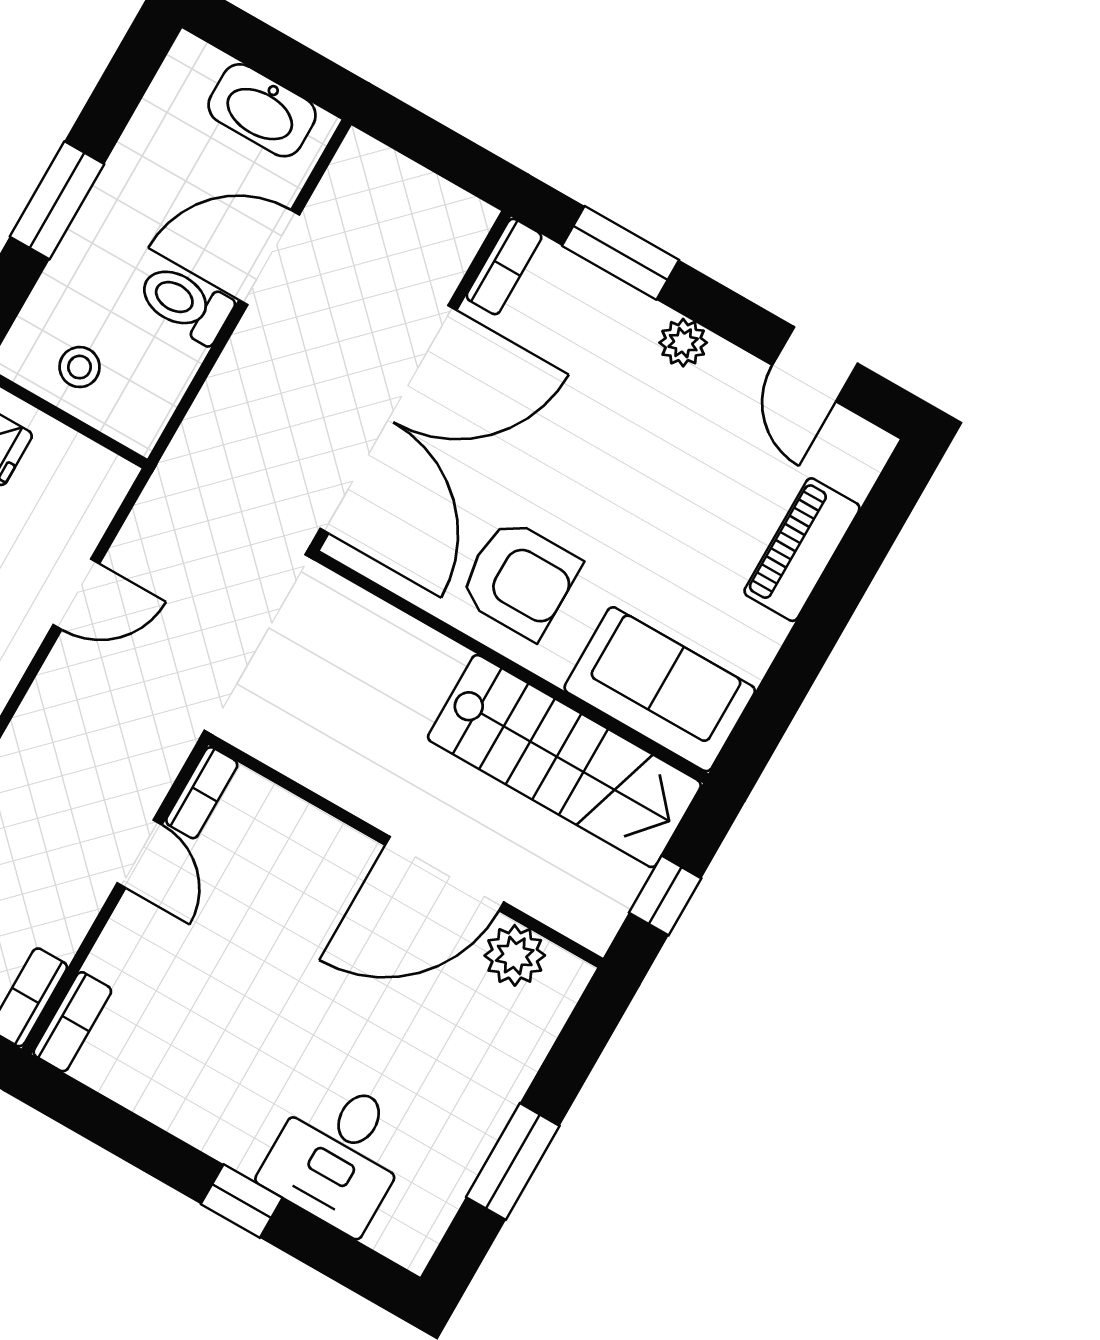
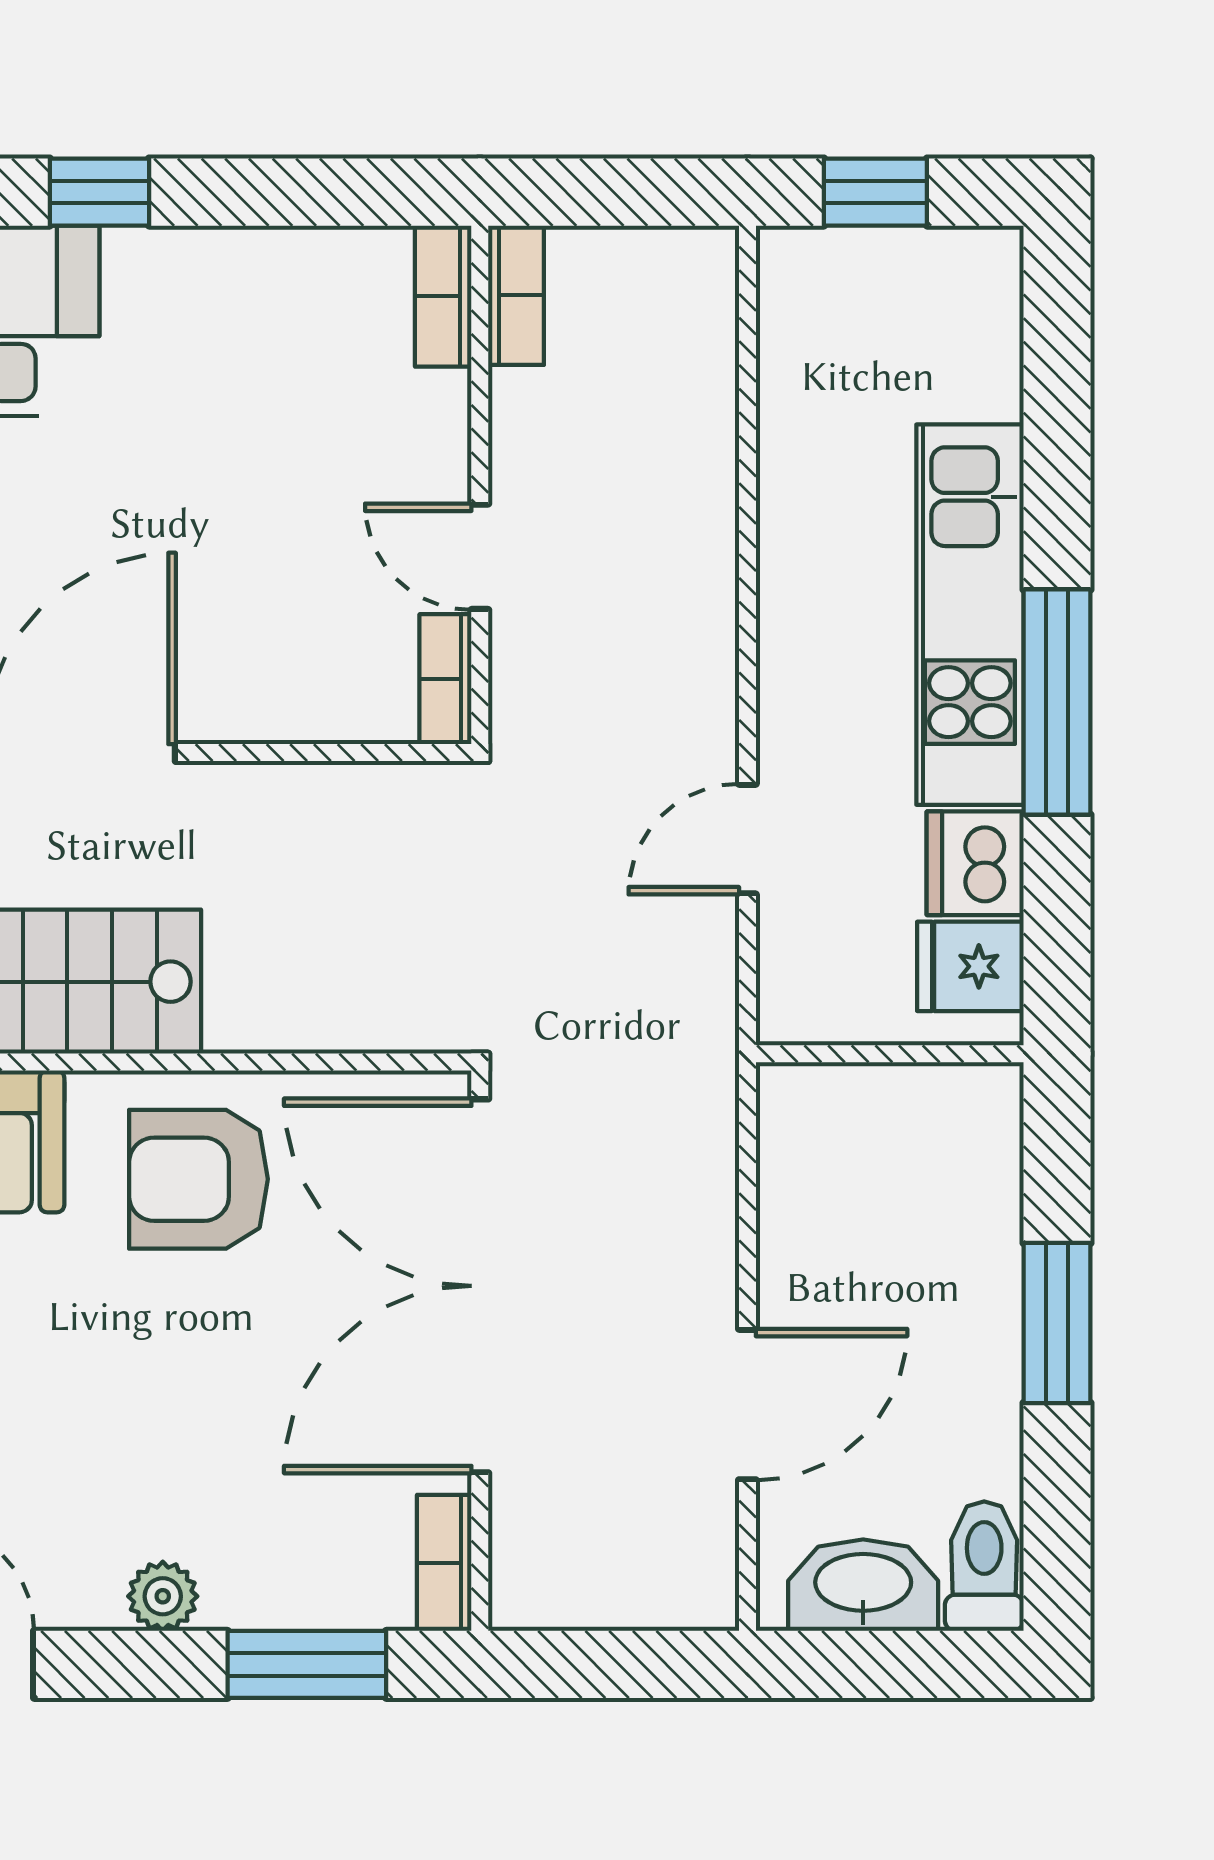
toilet: (185, 303) -> (984, 1566), moved, turned -90
stool: (80, 367) -> (908, 1129), removed

